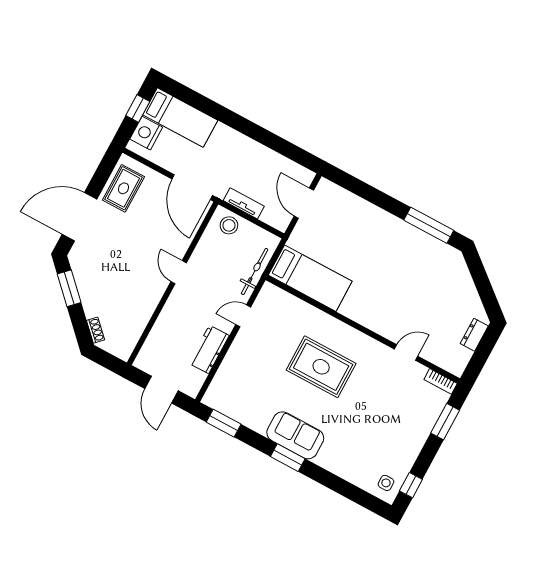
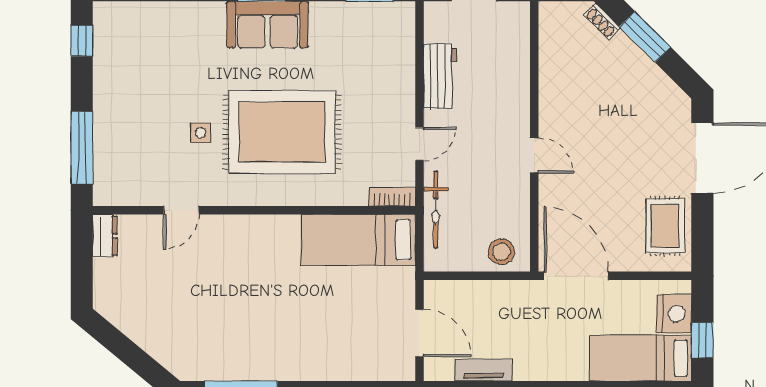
tv unit: (244, 203) -> (484, 370), moved, turned 180
window: (69, 288) -> (645, 37), moved
dresser: (474, 335) -> (105, 236), moved
rug: (321, 367) -> (282, 132), width x1.37, depth x1.44
bookcase: (441, 381) -> (392, 197), moved
window: (445, 422) -> (82, 148), width x1.44
side table: (386, 483) -> (201, 133), moved

